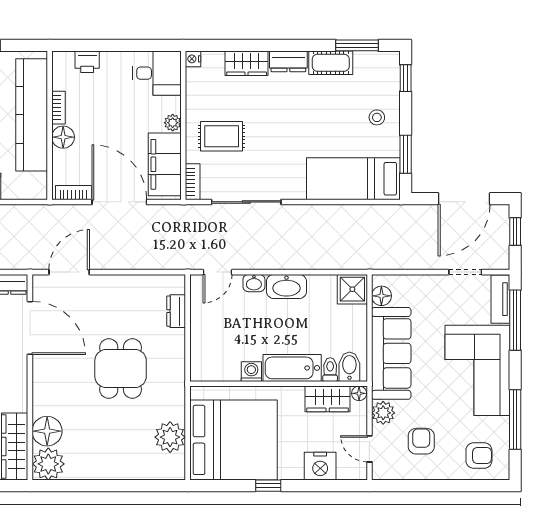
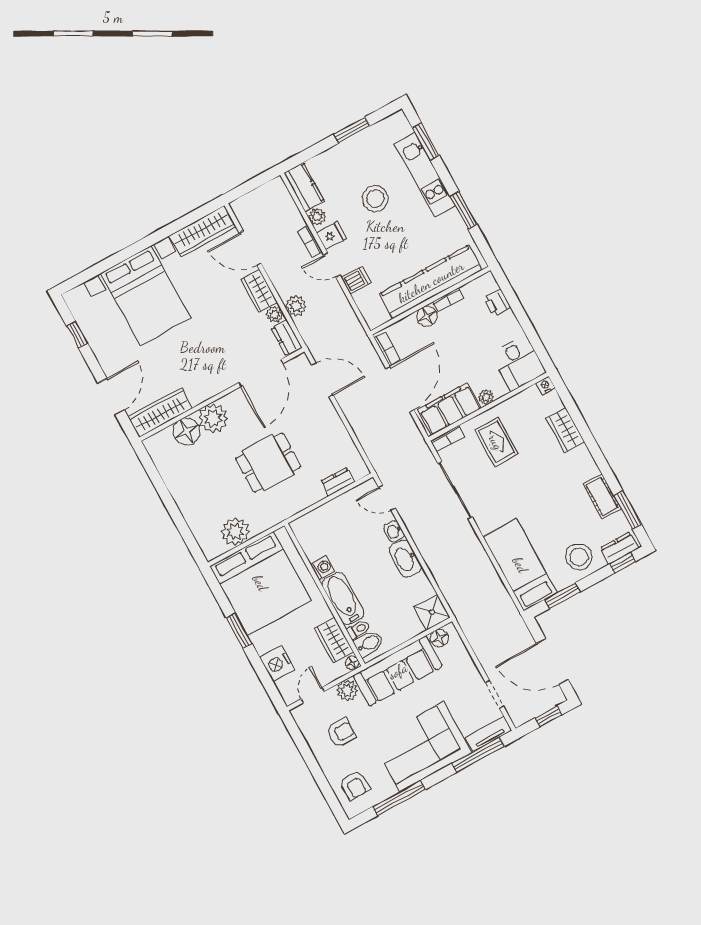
dresser: (288, 61) -> (619, 548), moved, turned 90
stool: (377, 117) -> (579, 557), width x1.89, depth x1.89
plant: (48, 464) -> (213, 418), moved
window: (268, 486) -> (239, 631), width x1.50

